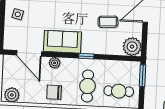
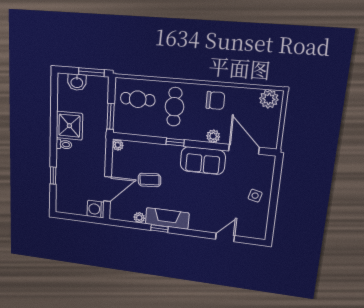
plant: (132, 47) -> (118, 145), width x0.53, depth x0.53

